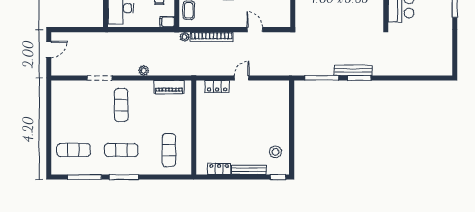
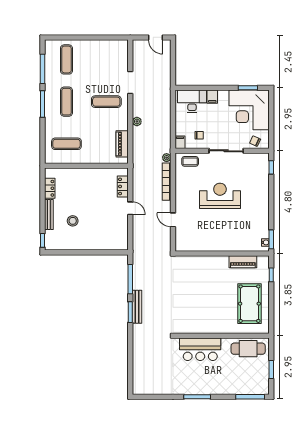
door: (255, 30) -> (173, 220), swing flipped
stool: (275, 152) -> (73, 221), moved

